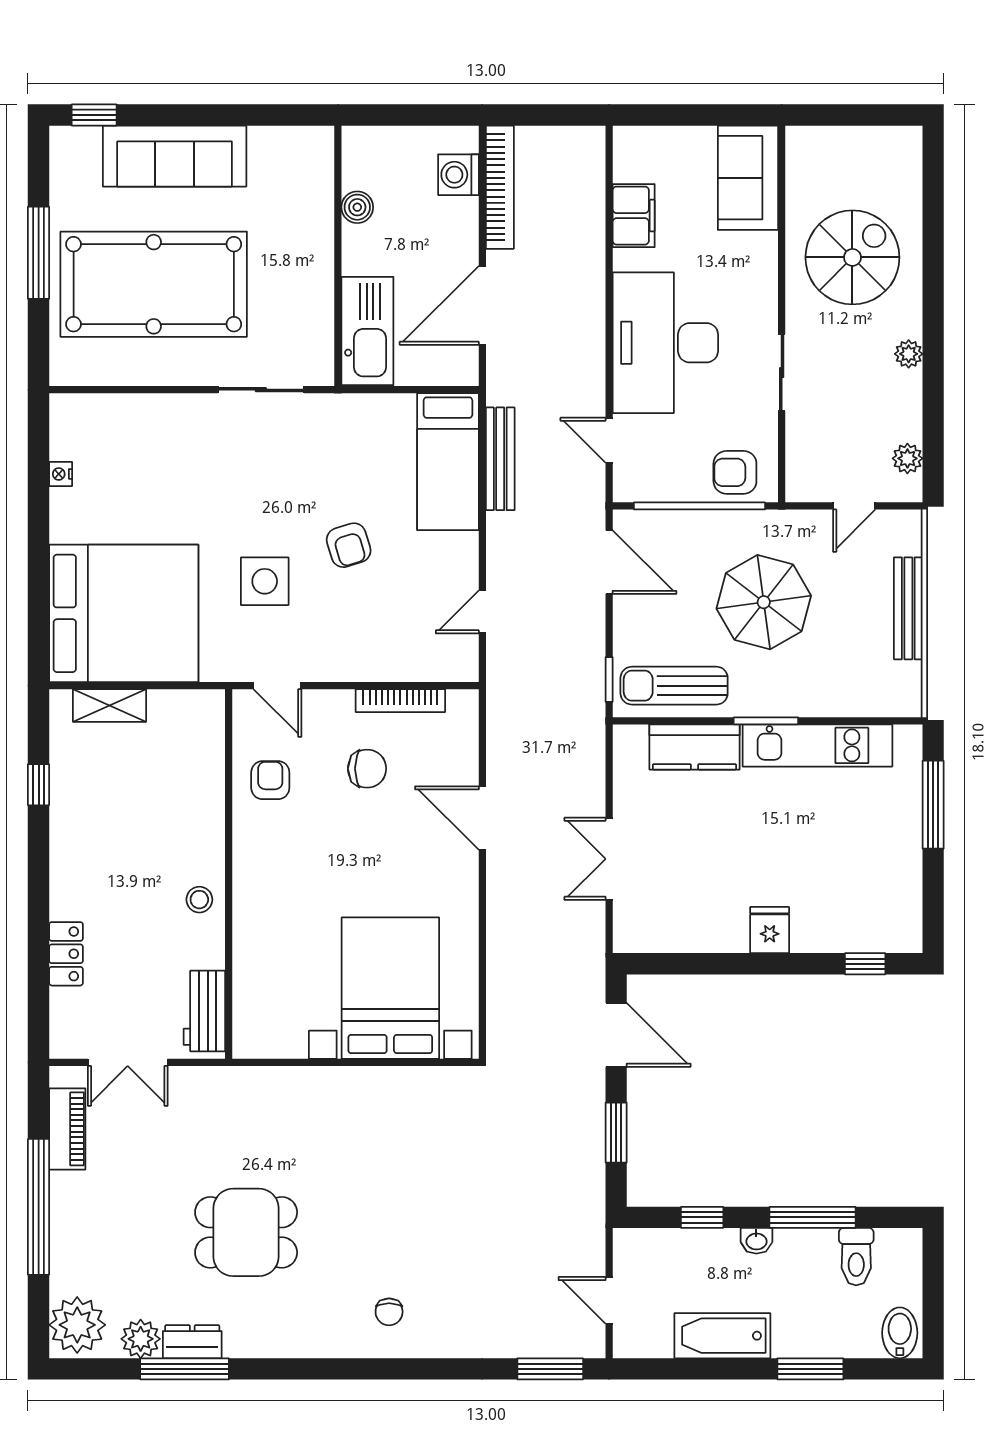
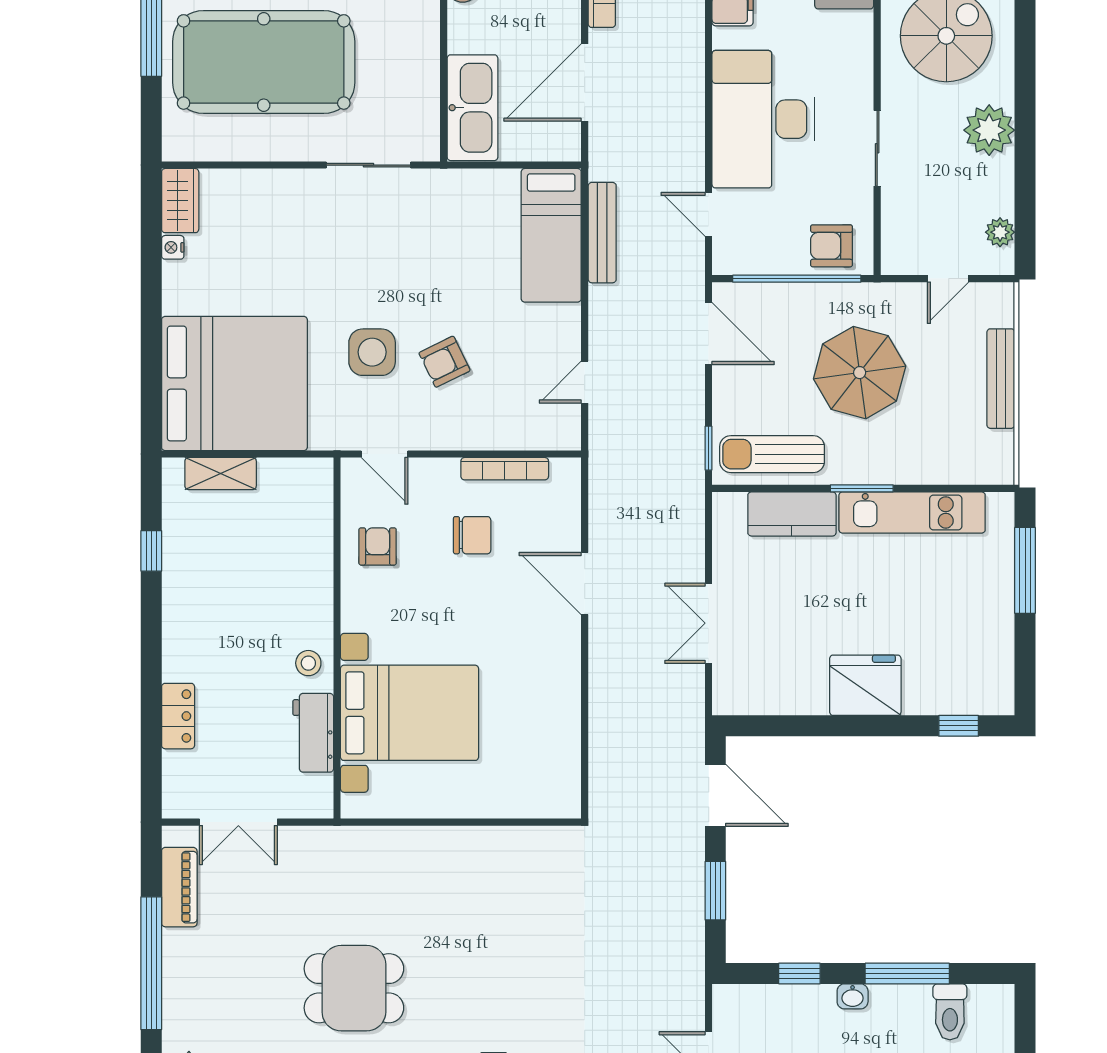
plant: (909, 354) -> (989, 130), width x1.87, depth x1.87
wardrobe: (68, 426) -> (180, 201), added
armchair: (349, 545) -> (445, 362), moved, turned 81
fridge: (770, 930) -> (865, 685), width x1.88, depth x1.34
bed with nightstands: (390, 988) -> (410, 713), moved, turned 90
workbench: (204, 1011) -> (313, 733), moved

